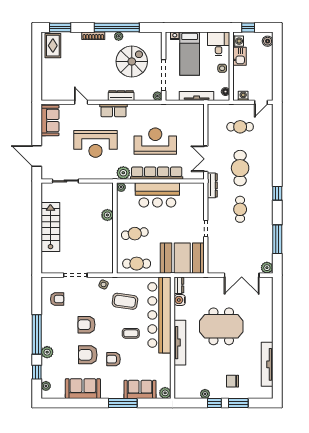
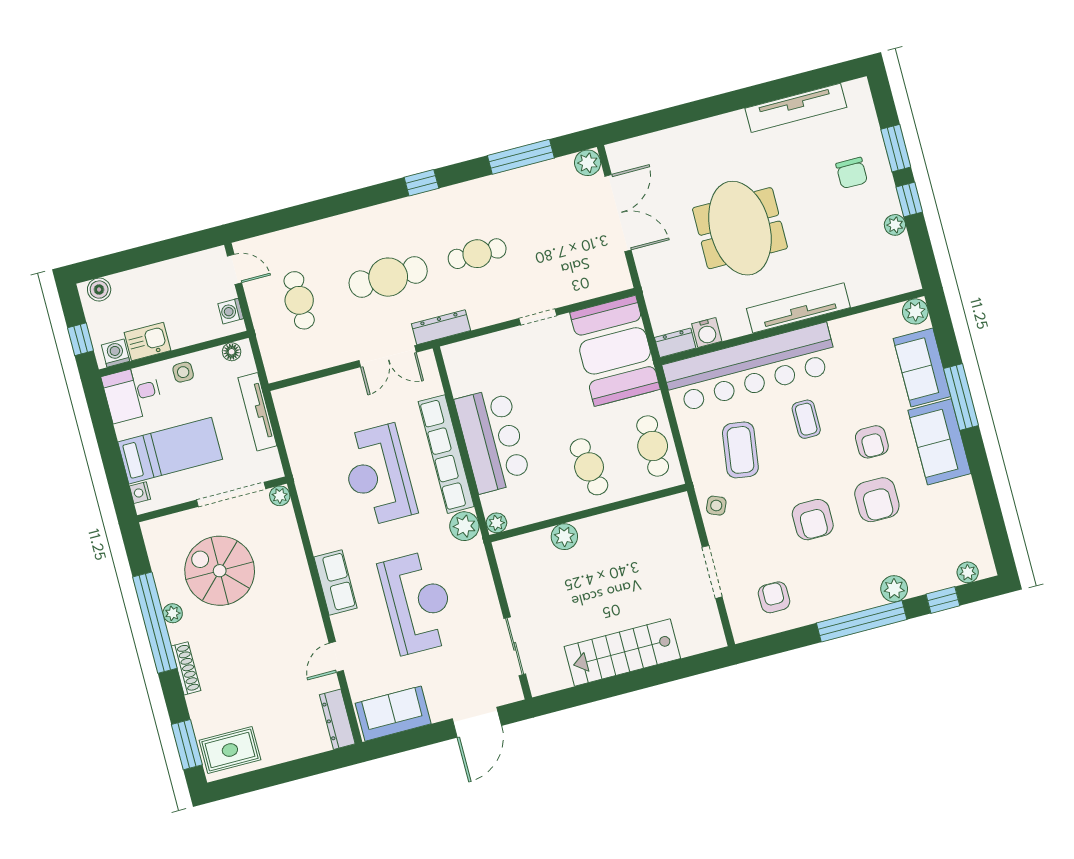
dresser: (121, 96) -> (337, 719), moved
sofa: (83, 389) -> (939, 442), moved

